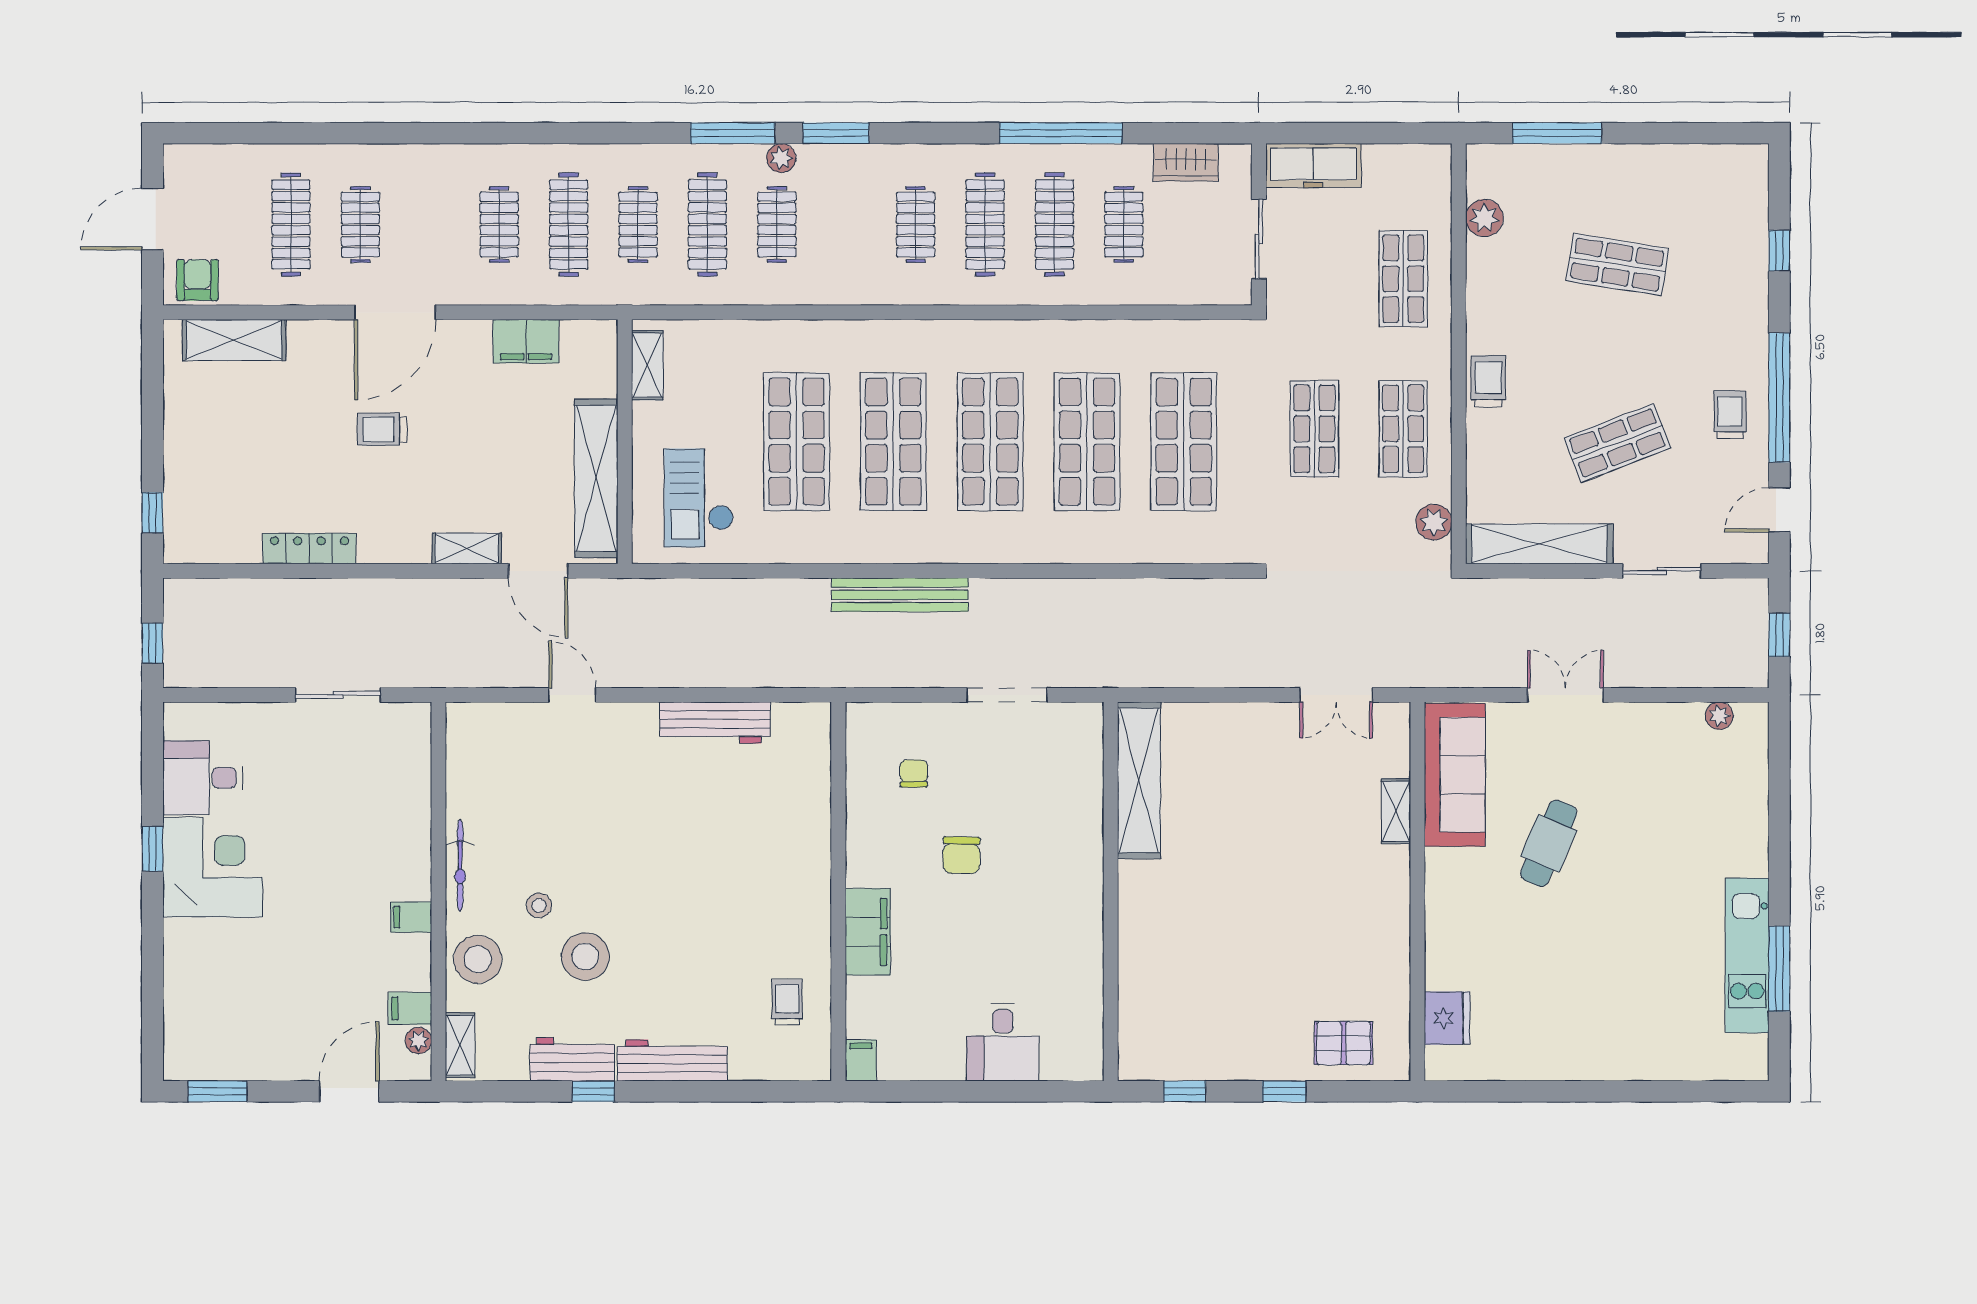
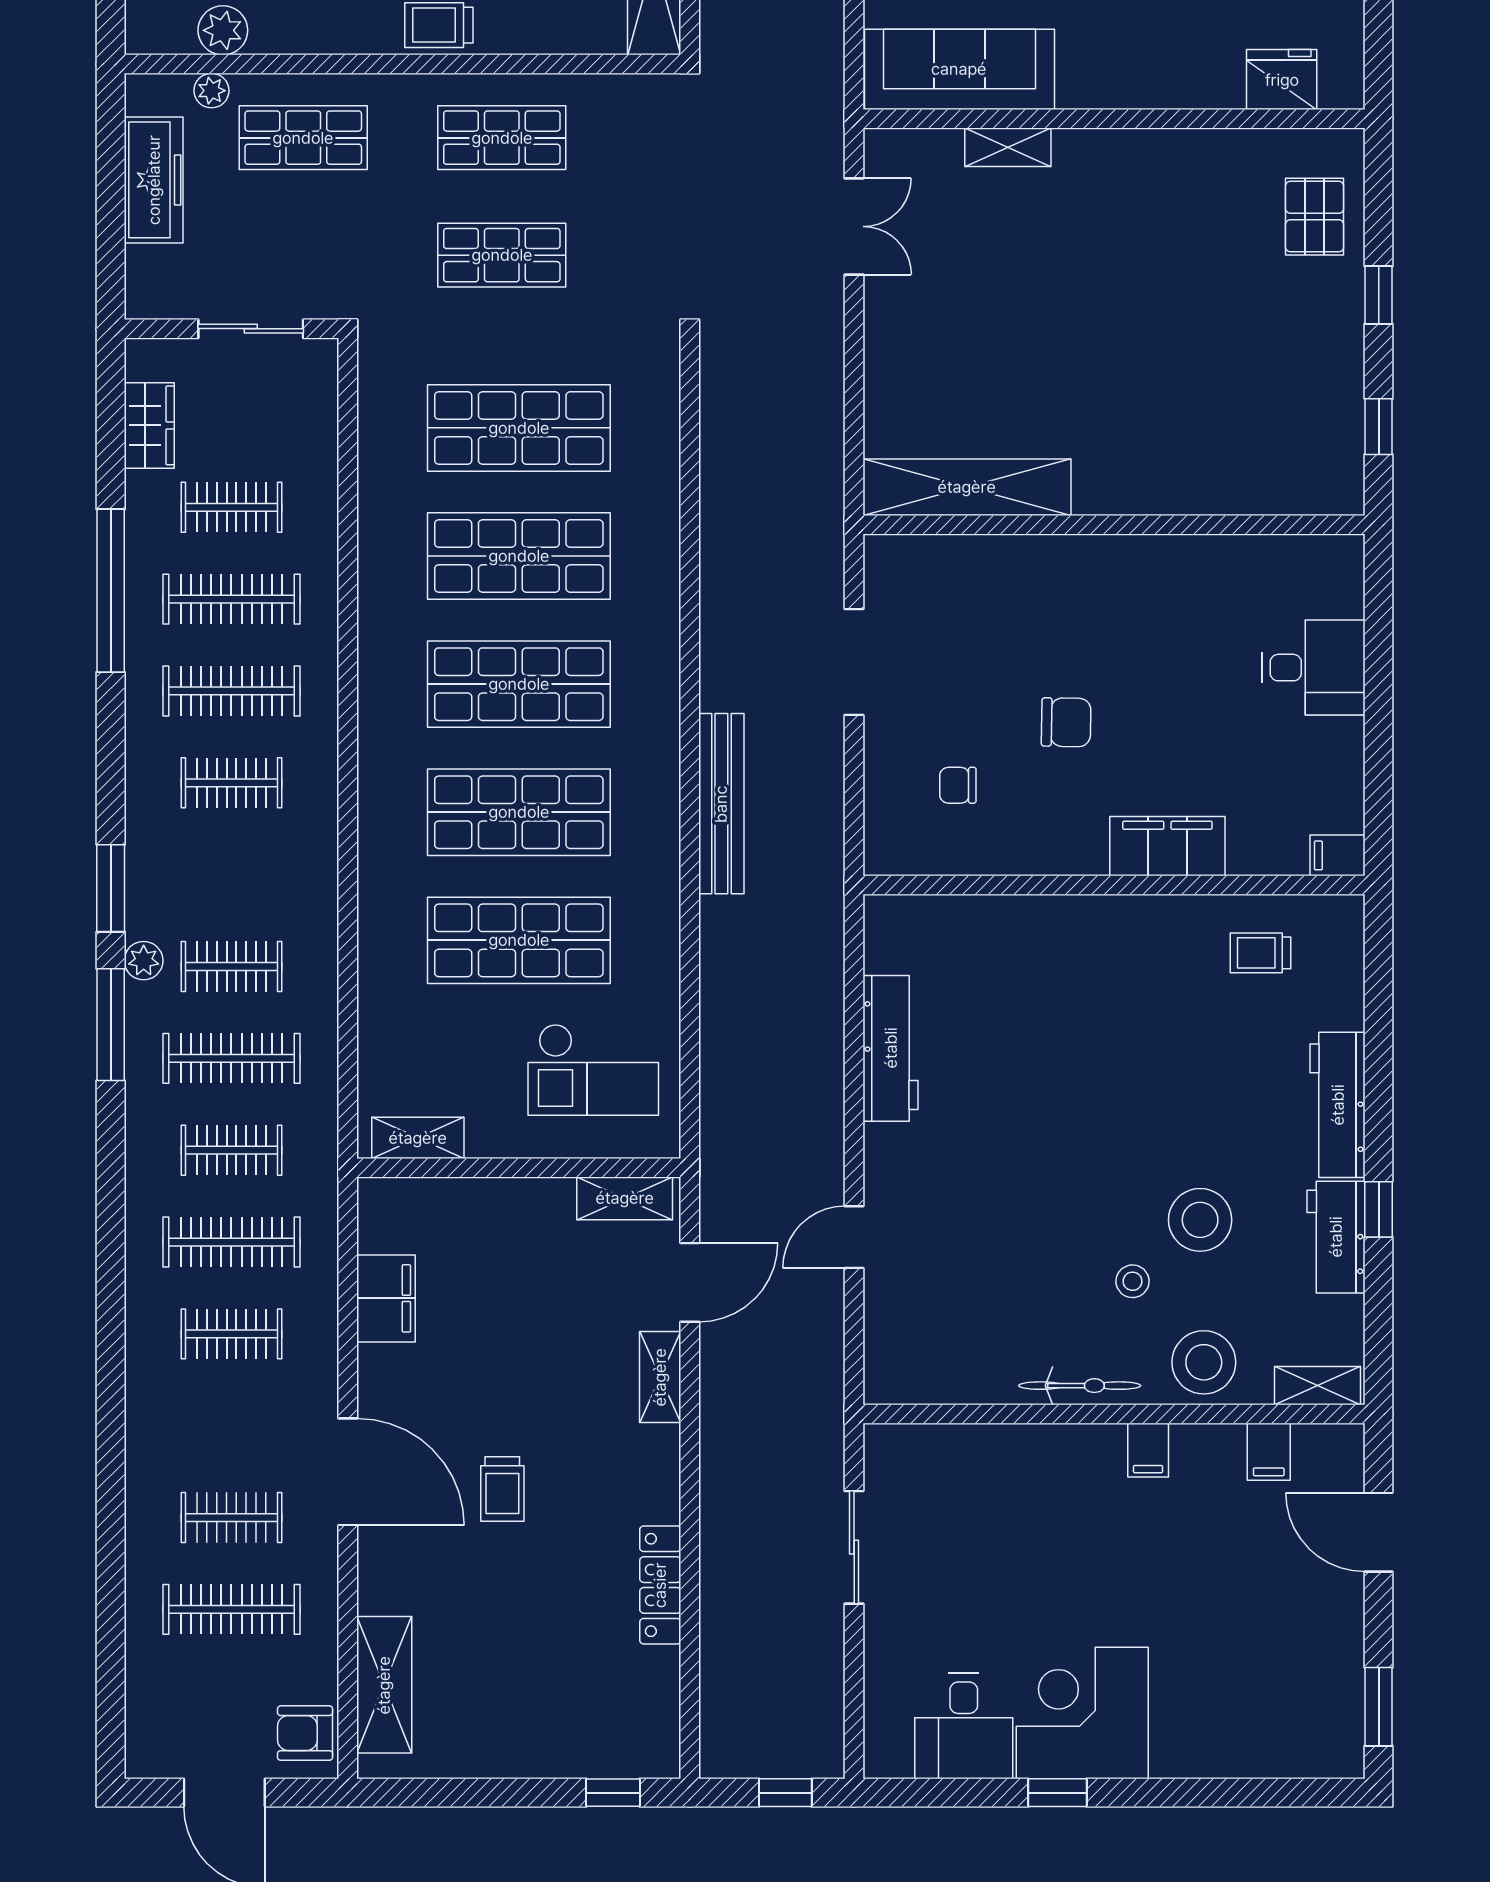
freezer: (1313, 166) -> (154, 180), moved
shelving: (596, 478) -> (625, 1198), width x0.45, depth x0.75
plant: (1434, 522) -> (211, 91), moved, width x0.73, depth x0.73
plant: (418, 1041) -> (1311, 1441), removed

